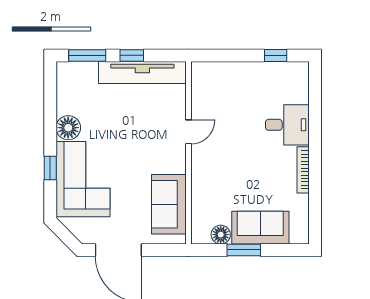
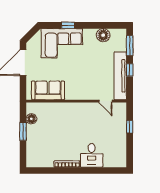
window: (276, 55) -> (130, 127), moved
floor lamp: (68, 128) -> (103, 35), moved
door: (188, 132) -> (105, 101), moved
sofa: (260, 228) -> (35, 141), removed

